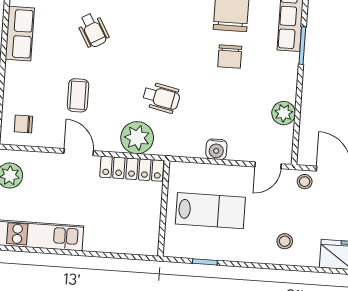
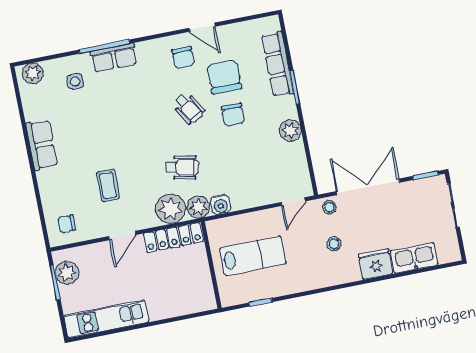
wheelchair: (93, 30) -> (189, 108), moved
plant: (284, 113) -> (290, 131), moved
plant: (167, 144) -> (198, 207), added
water cooler: (216, 149) -> (221, 204), moved
door: (79, 152) -> (122, 235), swing flipped
stool: (285, 241) -> (334, 244), moved

